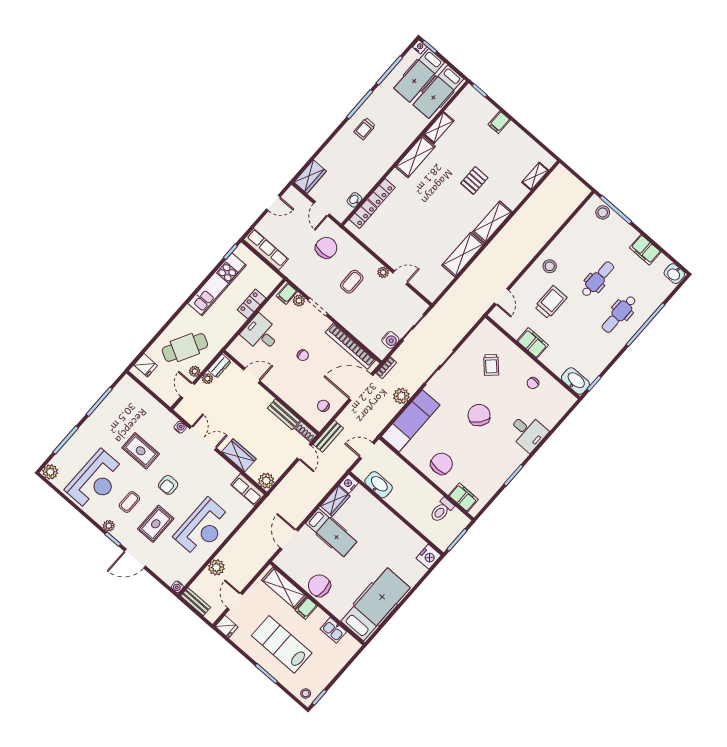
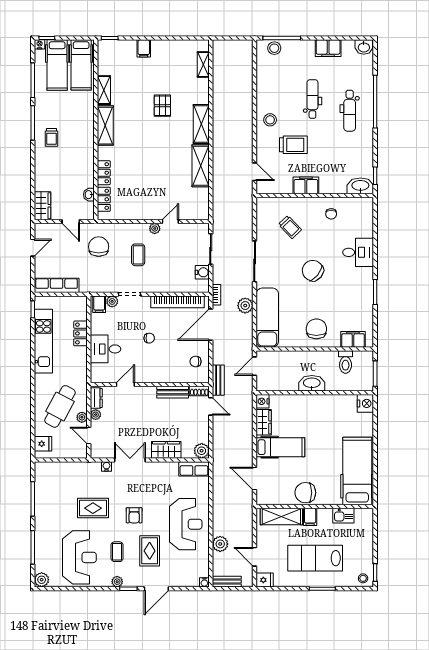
trolley: (551, 302) -> (293, 145), turned 90
washbasin: (379, 485) -> (312, 383), moved

